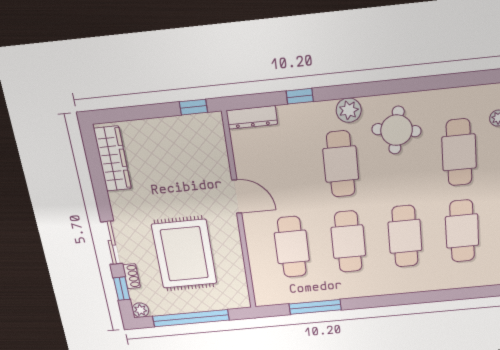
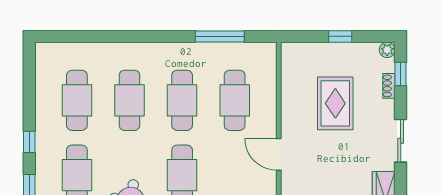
sliding door: (112, 243) -> (401, 141), moved
rug: (184, 254) -> (335, 103), width x0.73, depth x0.69
window: (191, 318) -> (340, 36), width x0.32

